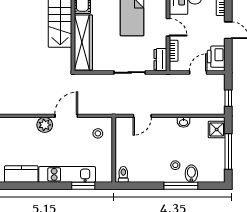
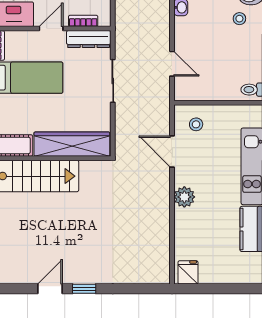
dresser: (160, 60) -> (89, 39), width x1.44
door: (66, 116) -> (172, 152), moved

